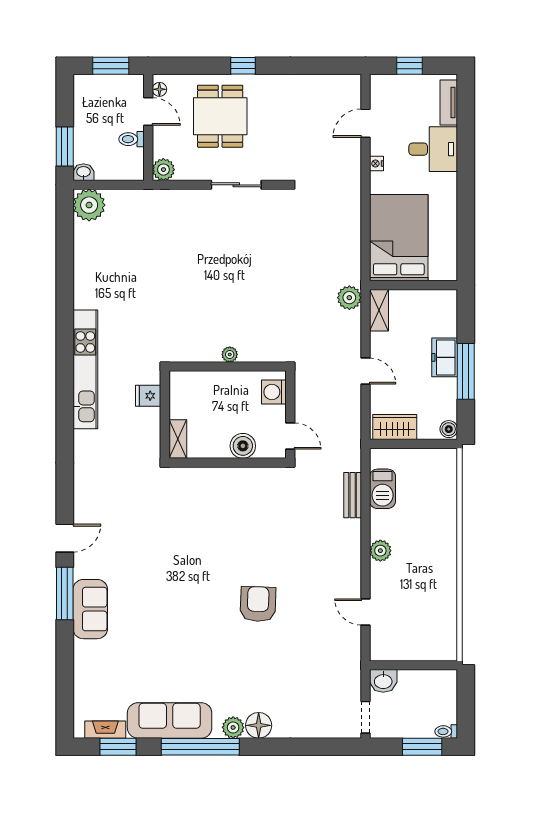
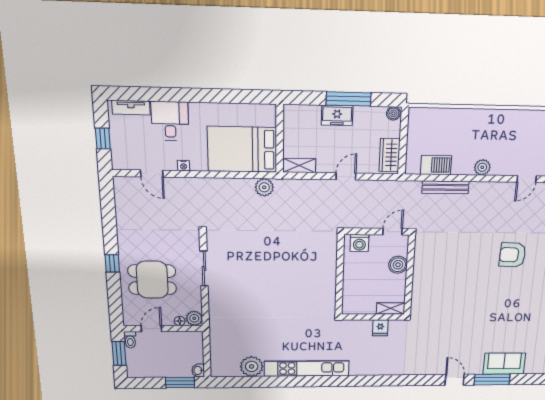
floor lamp: (159, 89) -> (180, 321), moved
toilet: (131, 139) -> (130, 340), moved
plant: (89, 205) -> (252, 366), moved
plant: (349, 298) -> (264, 187), moved
plant: (230, 354) -> (331, 274), removed
kitchen unit: (85, 369) -> (307, 368), moved
fridge: (148, 396) -> (380, 328), moved
bench: (353, 495) -> (445, 187), width x1.36

